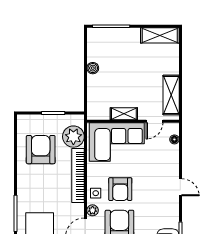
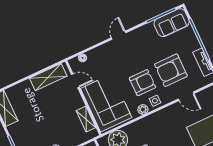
shelving: (124, 114) -> (86, 119), moved
bookcase: (78, 176) -> (147, 122), removed
plant: (93, 210) -> (143, 109), moved

